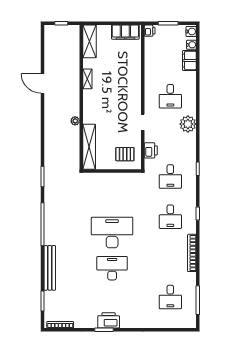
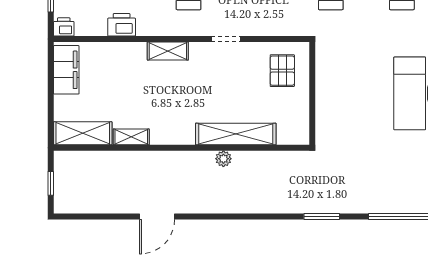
shelving: (87, 79) -> (131, 137), moved
shelving: (136, 89) -> (168, 51), added
shelving: (89, 147) -> (236, 134), moved
printer: (151, 150) -> (122, 25), moved

